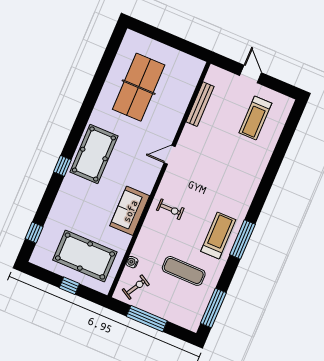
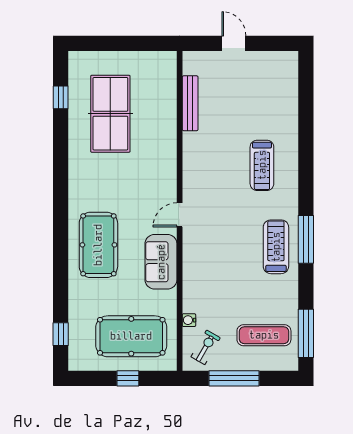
treadmill: (255, 118) -> (262, 165), moved
pool table: (94, 154) -> (98, 245), moved
door: (170, 155) -> (180, 215), moved
window: (62, 166) -> (61, 97), moved
exercise bike: (170, 209) -> (207, 240), removed
exercise mat: (184, 271) -> (264, 335), moved

